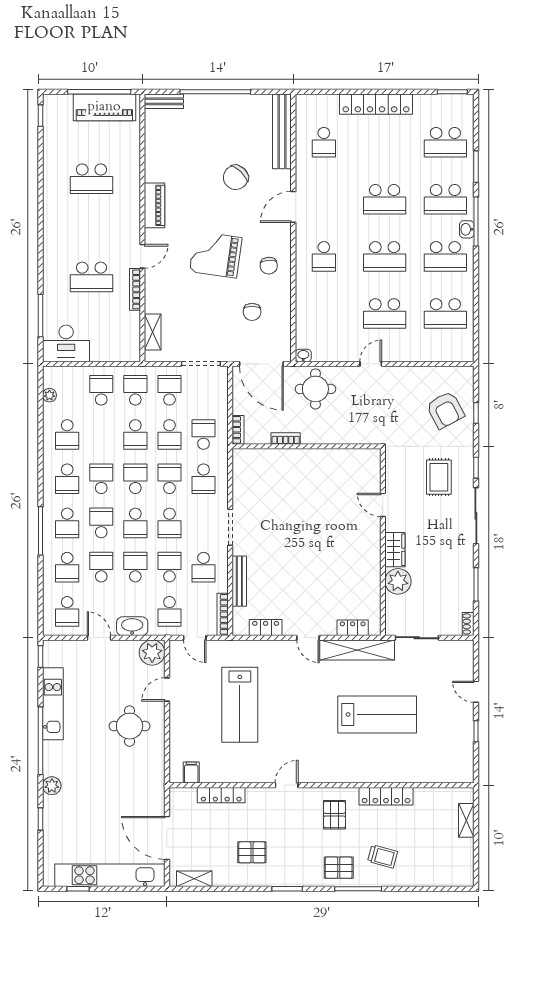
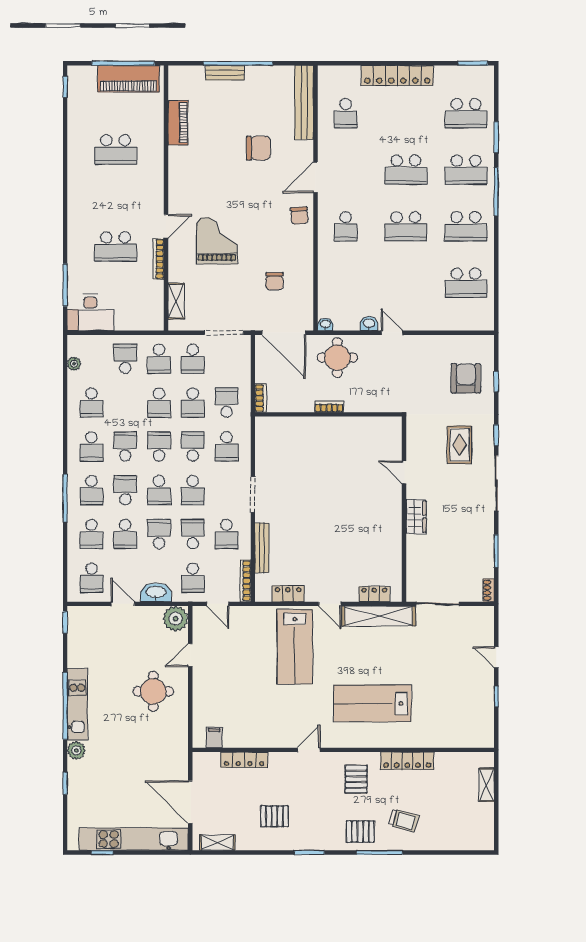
bench: (164, 101) -> (225, 73), moved
chair: (236, 177) -> (258, 148), turned -134
piano: (154, 205) -> (178, 123), moved
washbasin: (467, 229) -> (369, 324), moved, turned 90
grand piano: (216, 255) -> (217, 240), moved, turned 82
chair: (269, 266) -> (299, 216), moved
school desk: (385, 313) -> (406, 283), removed
door: (371, 364) -> (392, 333), hinge flipped
school desk: (135, 390) -> (159, 359), turned 180
school desk: (169, 390) -> (193, 359), turned 180
armchair: (445, 410) -> (466, 378), turned -152
bookcase: (286, 439) -> (329, 407), moved
school desk: (101, 567) -> (125, 534), turned 180
plant: (398, 581) -> (419, 548), removed
kitchen unit: (53, 704) -> (77, 704), moved
lab bench: (240, 705) -> (295, 647), moved
lab bench: (377, 714) -> (372, 703), moved, turned 180

